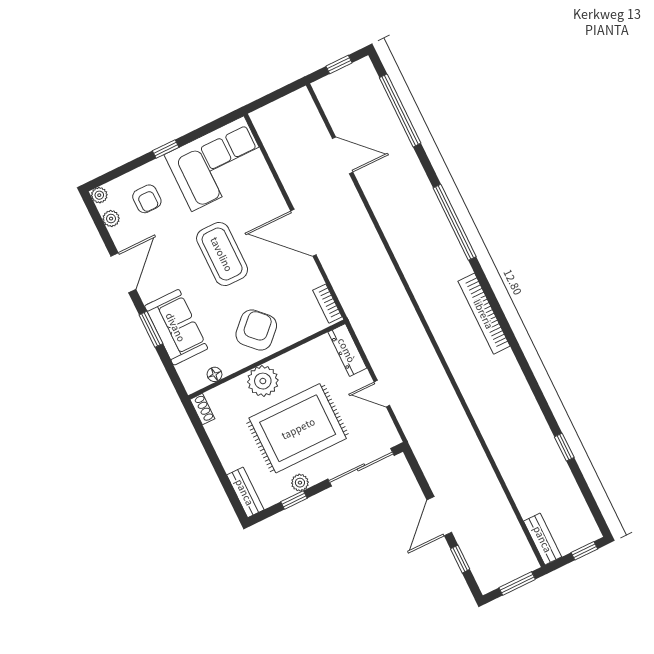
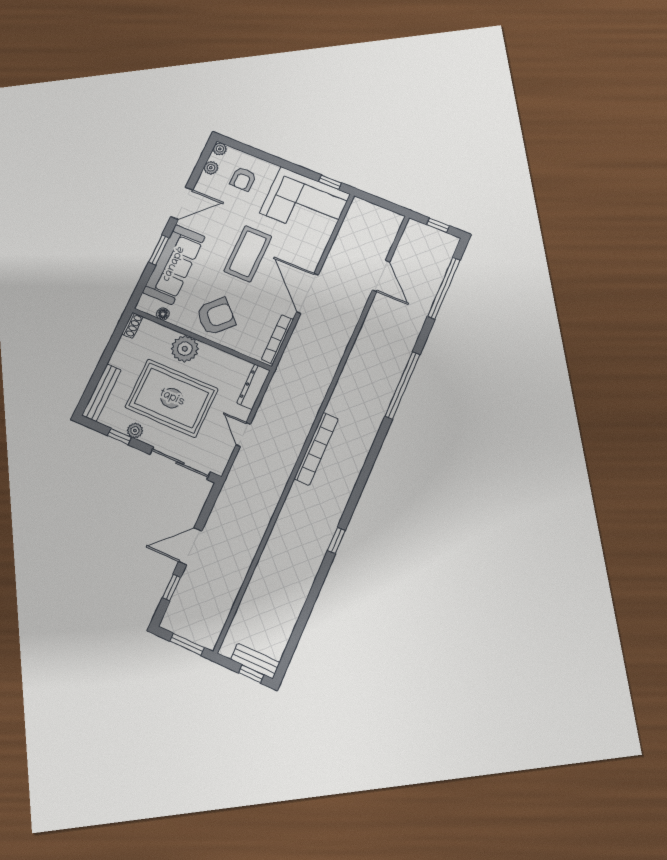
window: (166, 149) -> (330, 182), moved
bookcase: (327, 304) -> (277, 339), width x1.56
bookcase: (484, 314) -> (316, 449), moved, turned 180
sofa: (176, 327) -> (174, 264), width x1.36
window: (564, 447) -> (336, 541), moved
bench: (245, 492) -> (102, 393), width x1.36
bench: (543, 539) -> (255, 661), moved, turned 90

